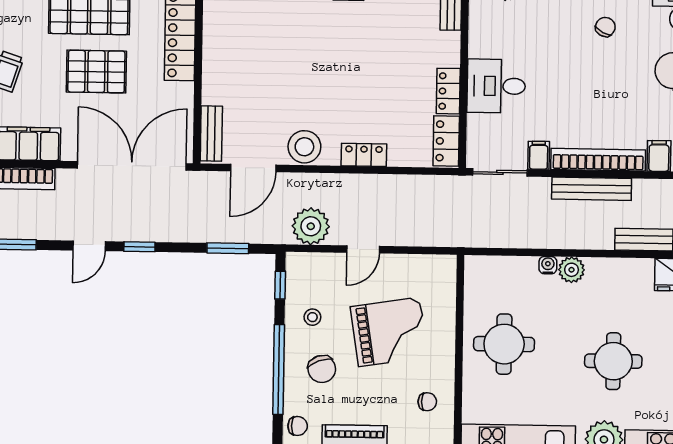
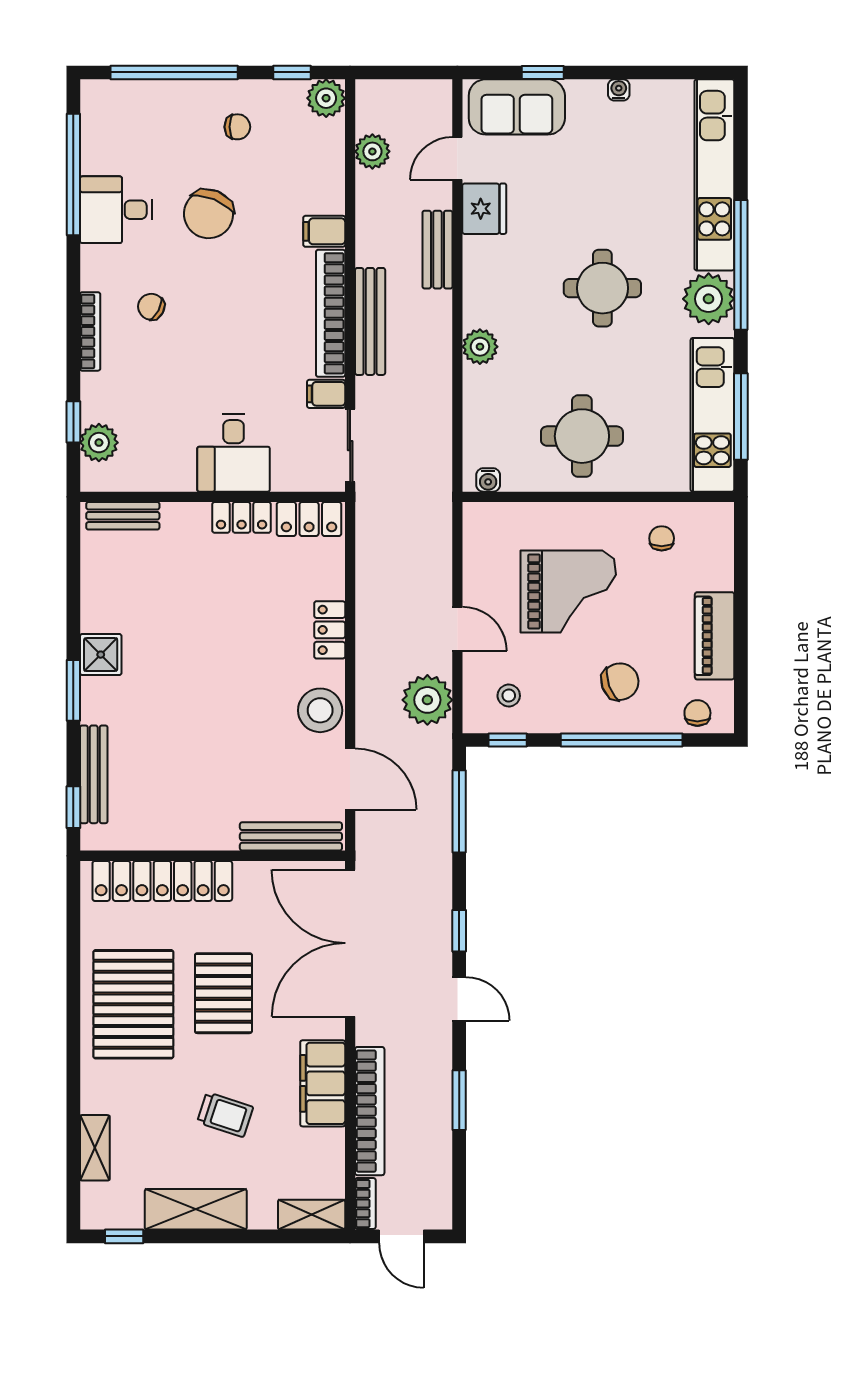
bench: (211, 134) -> (291, 836), width x1.36
window: (228, 248) -> (459, 811), width x1.44
water cooler: (548, 265) -> (488, 480), moved, turned -90
stool: (312, 317) -> (509, 695), moved
grand piano: (389, 332) -> (568, 591), turned 99

